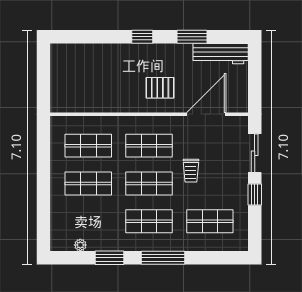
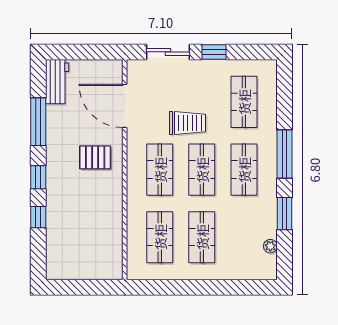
window: (106, 37) -> (38, 217), added
window: (192, 37) -> (38, 122), width x1.44
workbench: (221, 54) -> (57, 82), width x0.73
pallet: (160, 88) -> (95, 157), turned 90
trolley: (191, 171) -> (187, 123), width x1.36, depth x1.39

